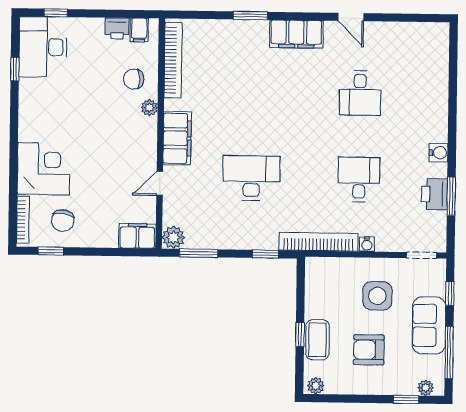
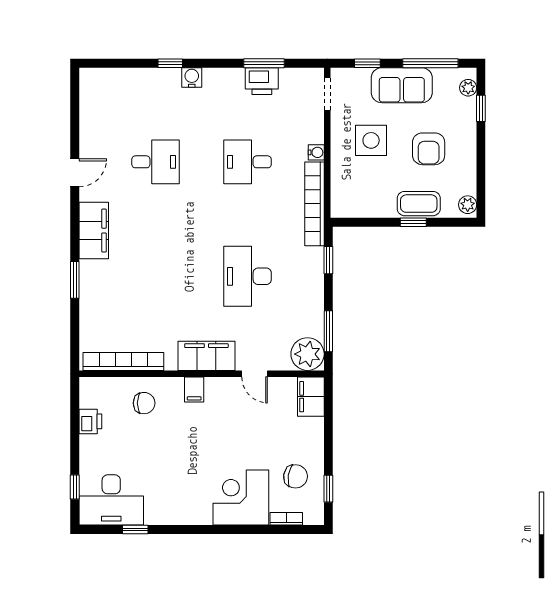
filing cabinet: (139, 30) -> (194, 390), moved, turned 90
chair: (134, 79) -> (144, 403), turned -90
plant: (149, 108) -> (174, 386), removed
window: (452, 108) -> (170, 63), added
water cooler: (439, 153) -> (192, 77), moved
bookcase: (23, 220) -> (286, 519), width x0.64
plant: (173, 237) -> (308, 354), width x1.36, depth x1.36

